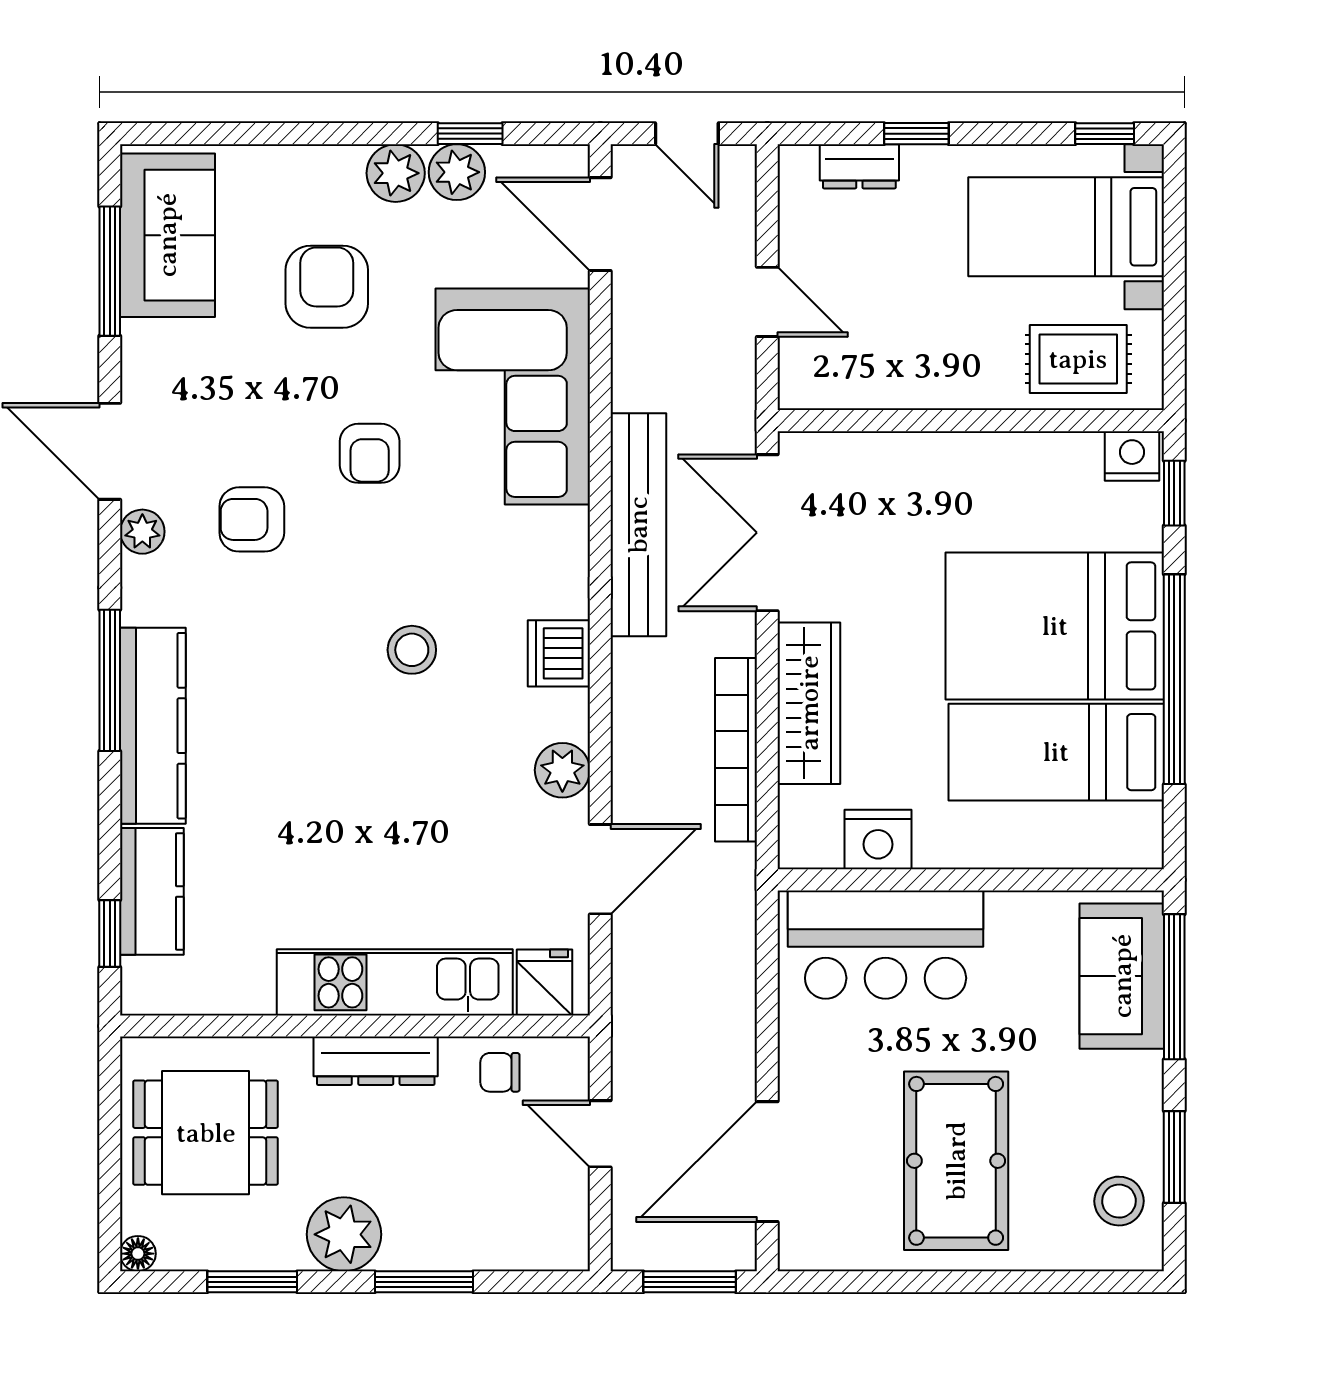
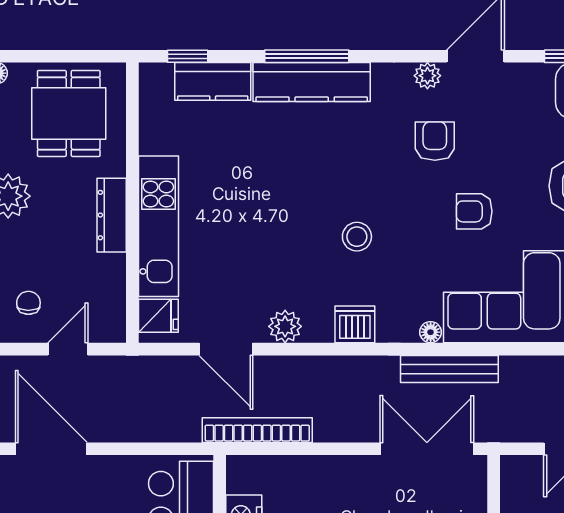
bench: (638, 525) -> (449, 369), width x0.73, depth x0.82
floor lamp: (572, 527) -> (431, 332), added
window: (110, 680) -> (307, 56), moved
wardrobe: (809, 703) -> (325, 474), removed
bookcase: (736, 750) -> (257, 430), moved
chair: (500, 1072) -> (28, 303), moved

